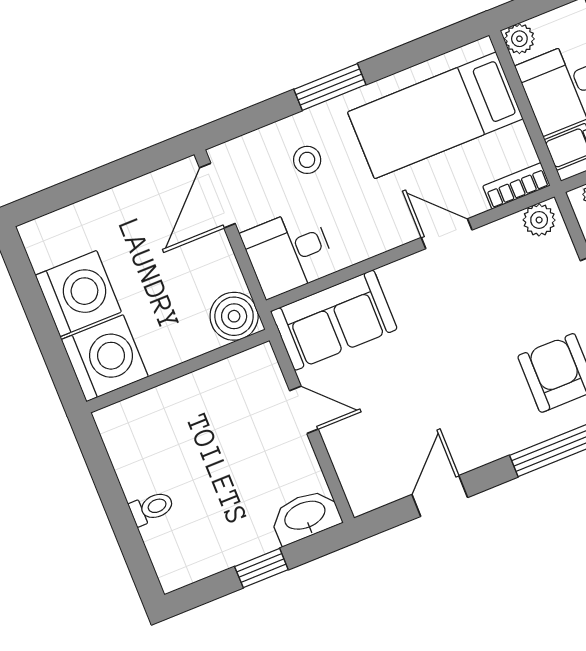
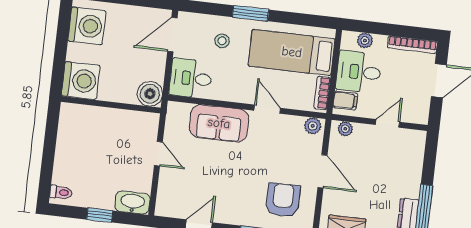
plant: (519, 39) -> (365, 40), moved
bookcase: (517, 186) -> (322, 93), moved, turned -90
washing machine: (78, 294) -> (87, 26), moved
sofa: (334, 320) -> (219, 123), moved
toilet: (152, 508) -> (61, 192), moved

